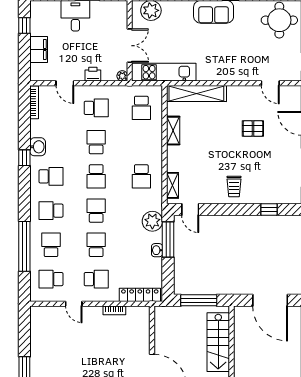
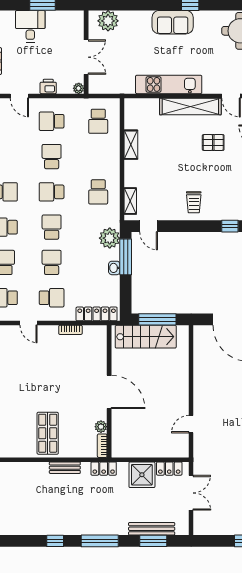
kitchen unit: (164, 72) -> (169, 84), moved
shelving: (196, 94) -> (190, 106), moved
school desk: (96, 108) -> (52, 121), turned 180
school desk: (96, 176) -> (52, 192), turned 90
stairs: (218, 342) -> (146, 337), moved, turned -90

